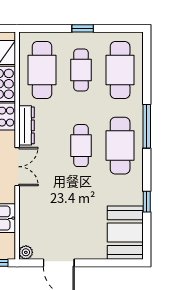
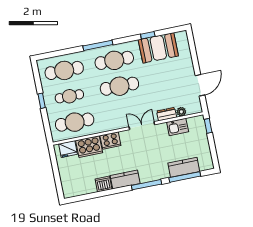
dresser: (27, 125) -> (167, 114), moved, width x0.70
cafe table: (81, 146) -> (119, 86), width x1.37, depth x1.35
booth: (125, 233) -> (158, 48), moved
plant: (26, 252) -> (181, 112), moved

